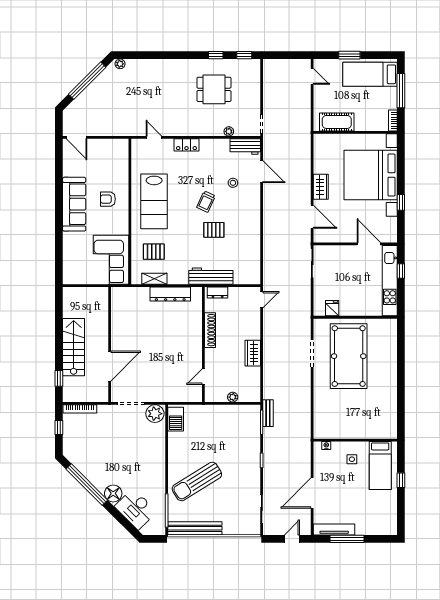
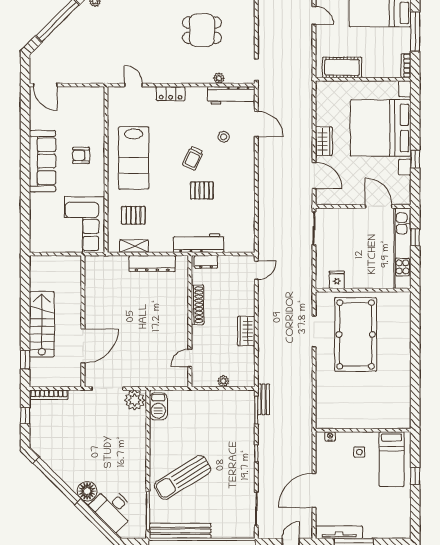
workbench: (245, 146) -> (231, 95), width x1.38

